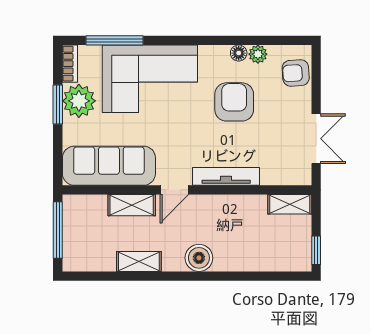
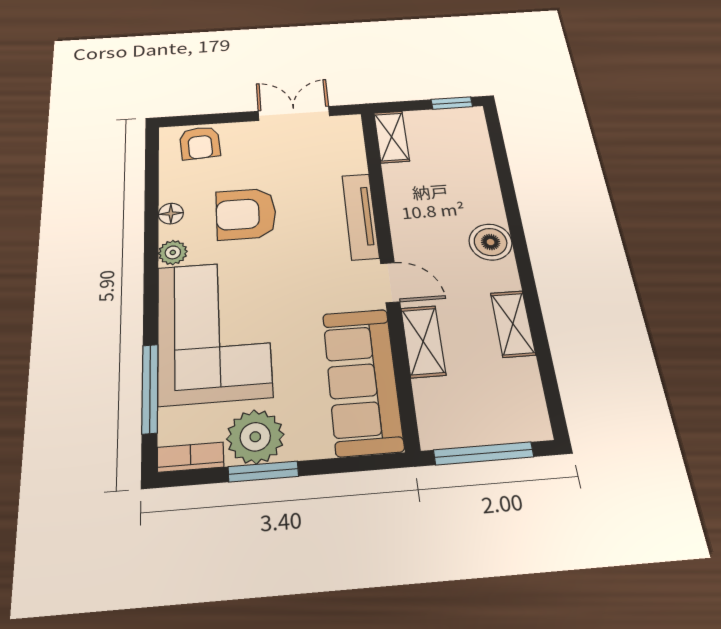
plant: (258, 54) -> (173, 252), moved

